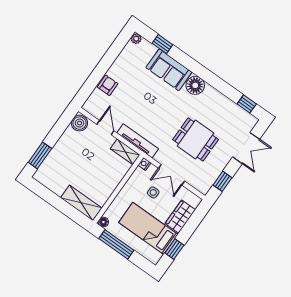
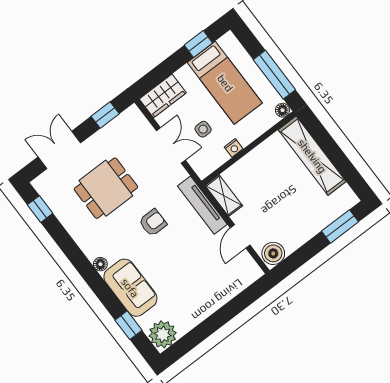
plant: (136, 39) -> (163, 334), width x1.87, depth x1.87
armchair: (108, 85) -> (153, 223), moved, turned 180
floor lamp: (195, 85) -> (100, 264), width x0.53, depth x0.53
dining table: (196, 139) -> (106, 188), moved, turned 90
nightstand: (144, 164) -> (234, 148), moved
shelving: (81, 203) -> (312, 156), width x1.47
wardrobe: (180, 217) -> (163, 96), moved

